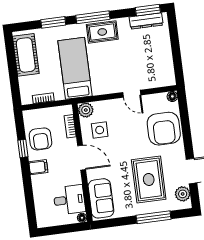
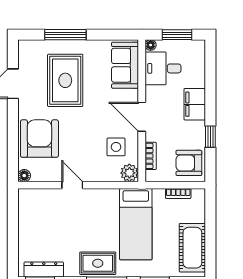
armchair: (40, 139) -> (189, 163), moved, turned -90
filing cabinet: (38, 167) -> (195, 104), width x2.00
plant: (183, 194) -> (27, 58), removed
window: (61, 229) -> (177, 35), added

